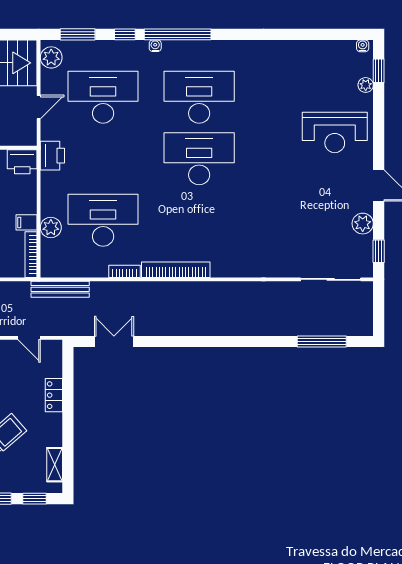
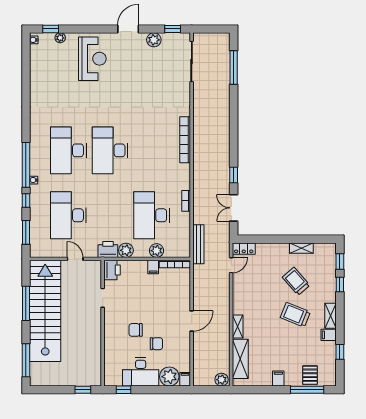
plant: (51, 57) -> (126, 250), moved
bookcase: (176, 270) -> (185, 140), moved
window: (163, 341) -> (234, 175), added
locker: (54, 395) -> (244, 249), moved
shelving: (55, 465) -> (301, 248), moved

